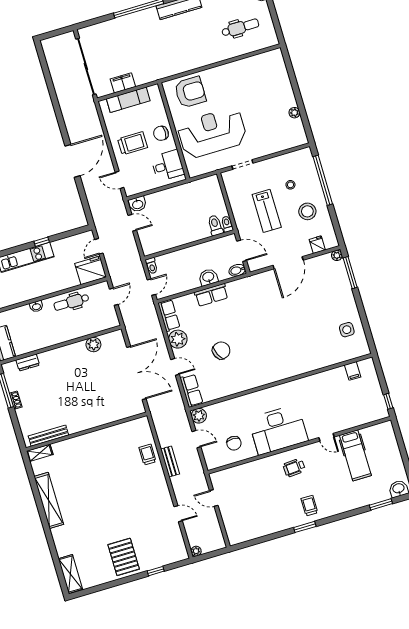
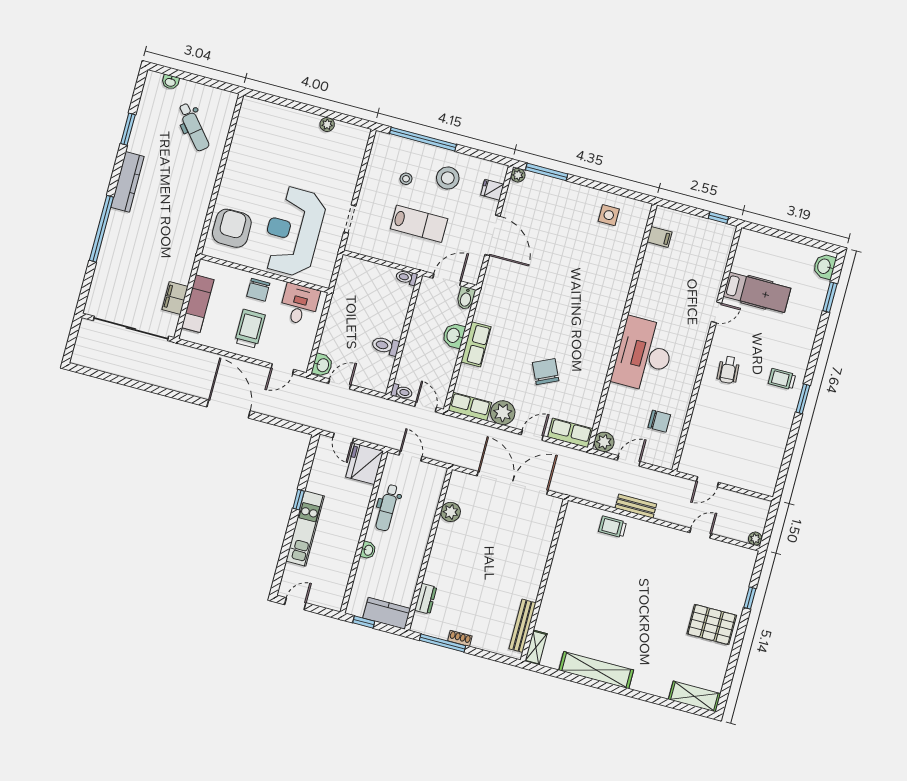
dental chair: (240, 28) -> (194, 127), turned 140
toilet: (215, 225) -> (386, 346), moved
desk: (278, 430) -> (644, 355), moved, turned 180

